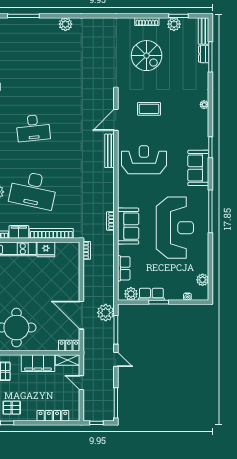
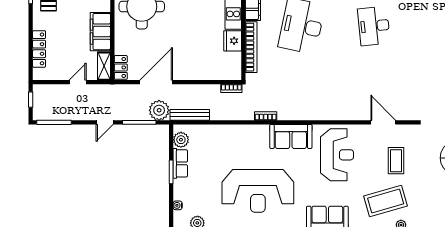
coffee table: (184, 118) -> (386, 201), added
bench: (110, 151) -> (190, 115), moved
sofa: (128, 226) -> (291, 136), moved
row of seats: (124, 268) -> (211, 131), removed

